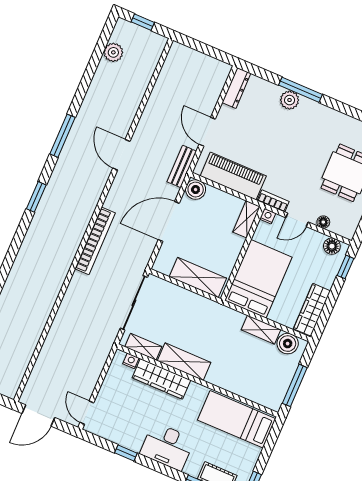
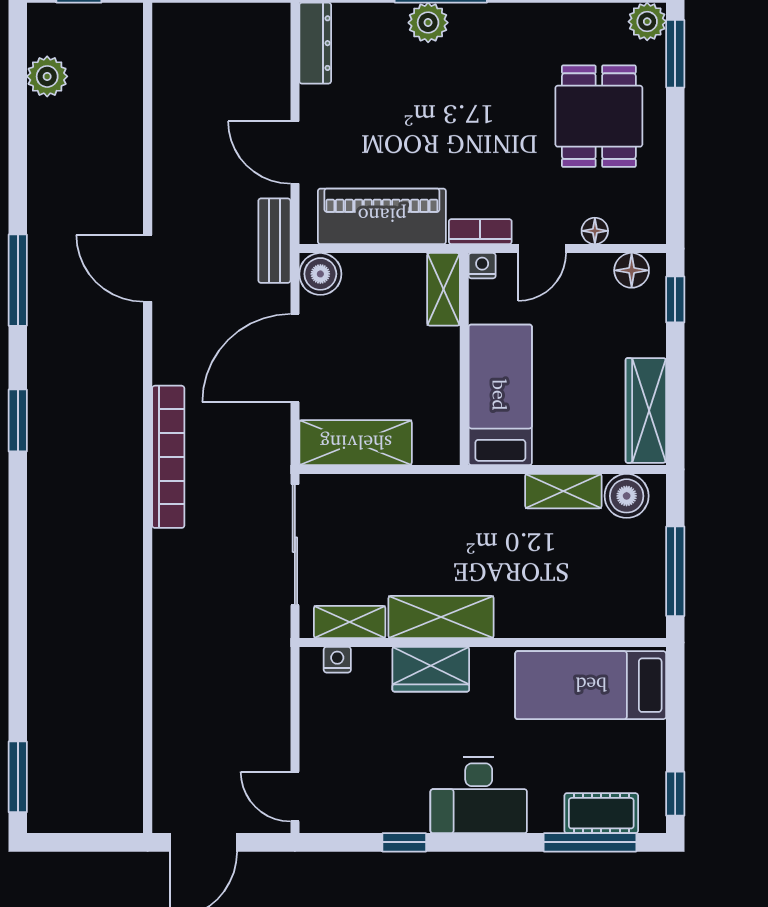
shelving: (198, 278) -> (356, 443), moved
bed: (258, 279) -> (500, 395), width x0.67
wardrobe: (161, 379) -> (431, 669), width x0.67

